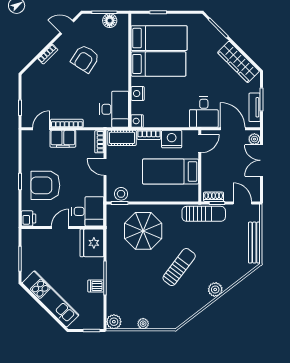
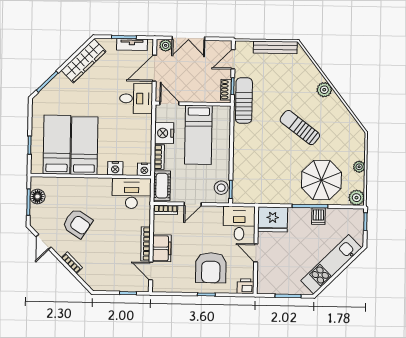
parasol: (143, 231) -> (321, 180), moved

